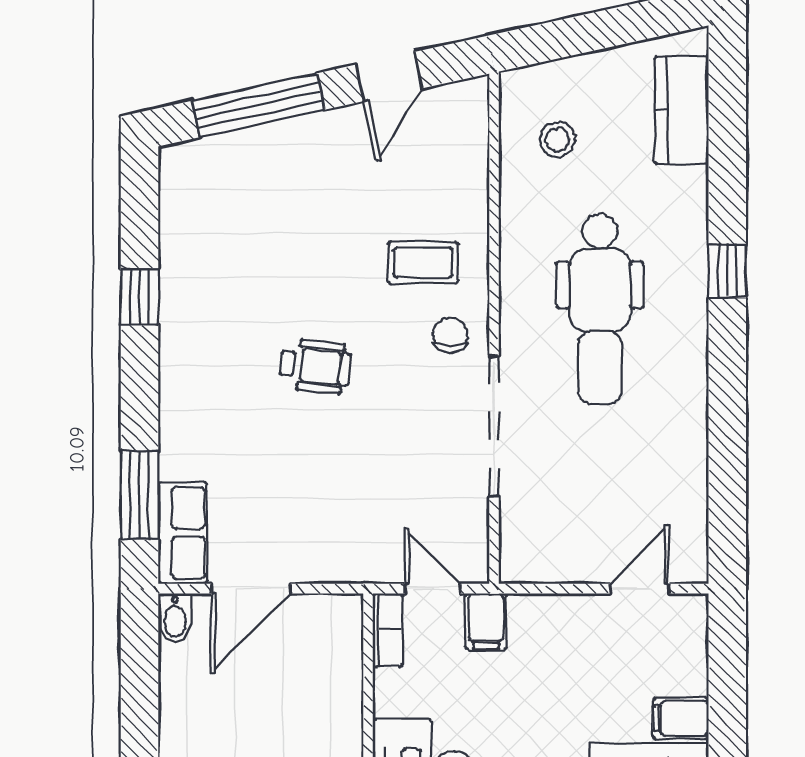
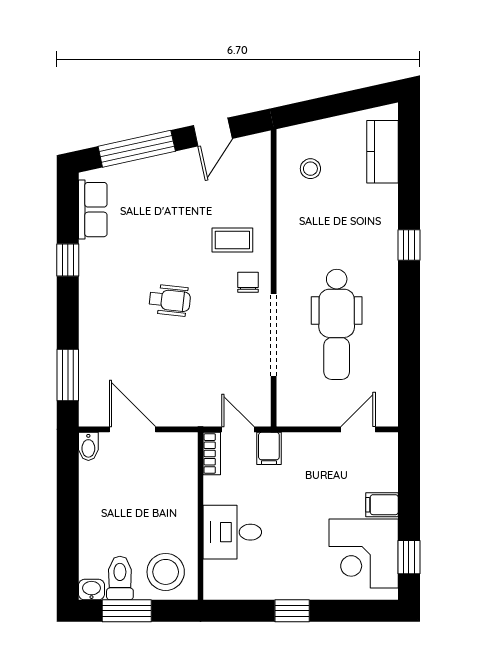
dental chair: (600, 309) -> (337, 324), moved
row of seats: (183, 533) -> (93, 210), moved
door: (251, 589) -> (132, 429), swing flipped

